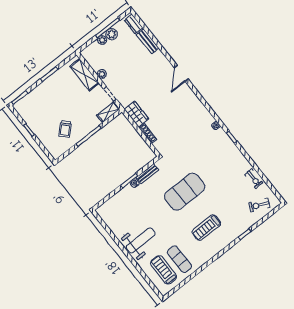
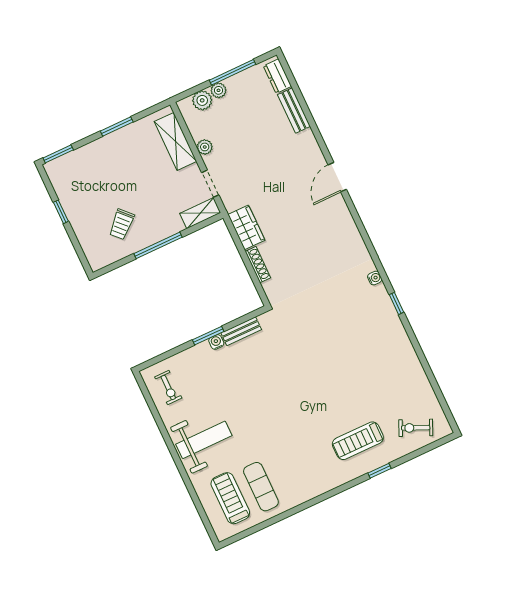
plant: (112, 34) -> (202, 100), moved
exercise bike: (254, 179) -> (168, 387), moved
exercise mat: (185, 192) -> (296, 376), removed
treadmill: (206, 228) -> (358, 441), moved

